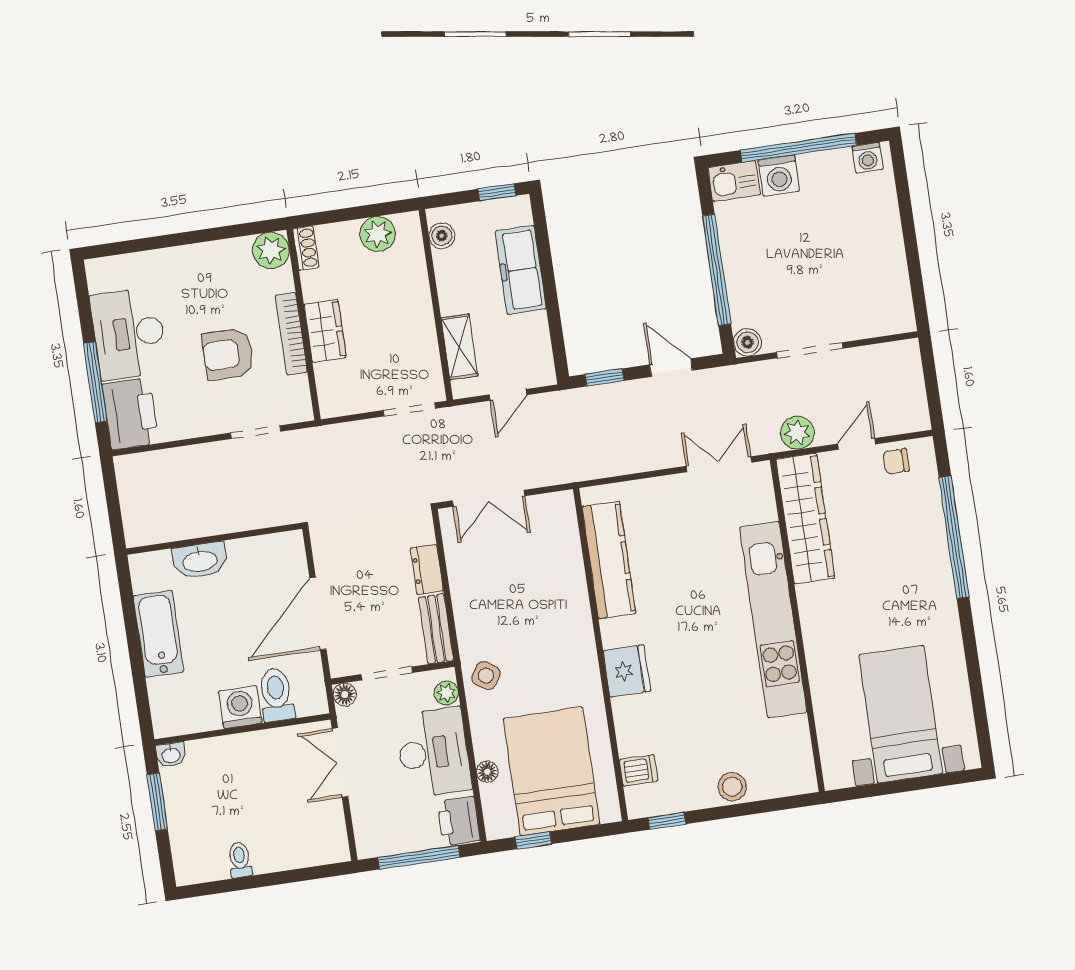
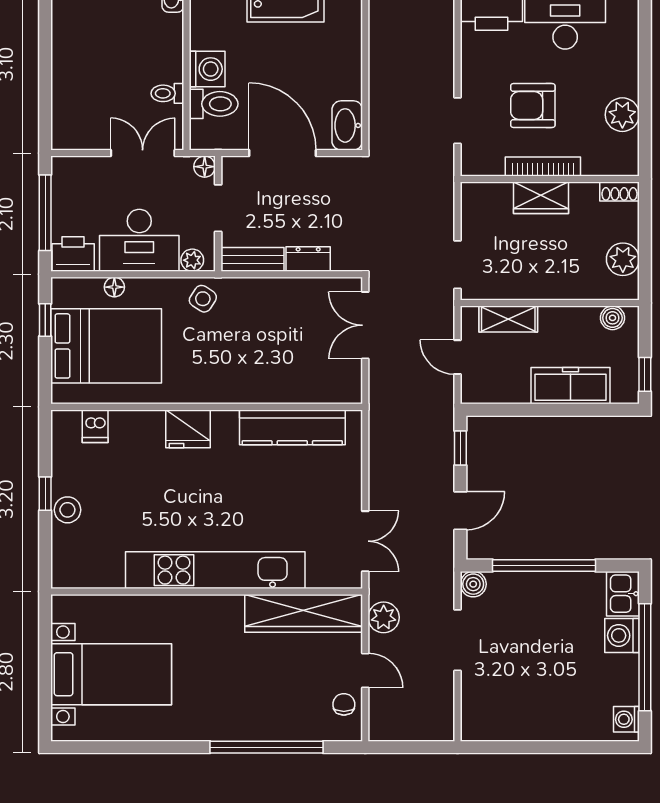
plant: (271, 250) -> (622, 115), moved
armchair: (228, 354) -> (533, 105), turned -90
washbasin: (200, 561) -> (347, 125), moved
window: (667, 821) -> (45, 494), moved
toilet: (240, 860) -> (167, 93), moved, turned 180

